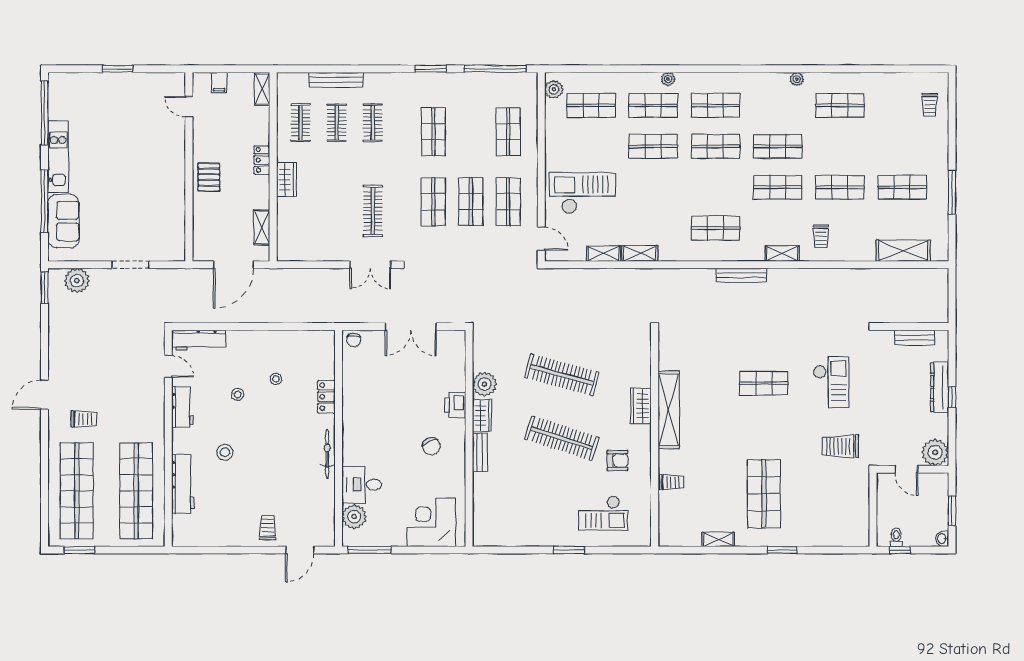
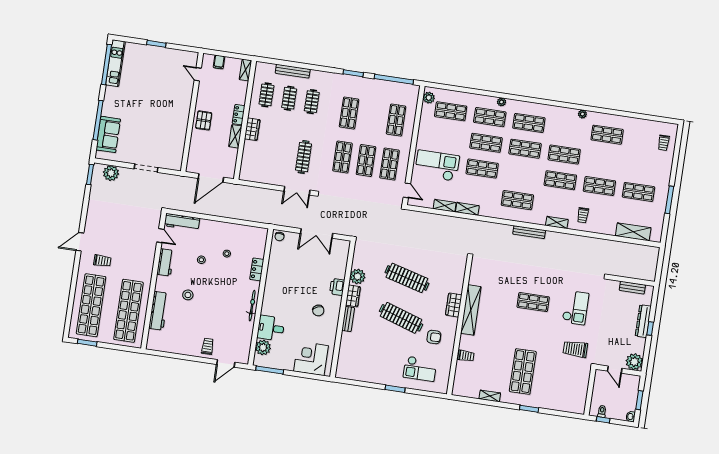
kitchen unit: (58, 157) -> (115, 63), moved
shop shelf: (653, 187) -> (482, 169), added
shelving: (262, 227) -> (235, 136), moved

